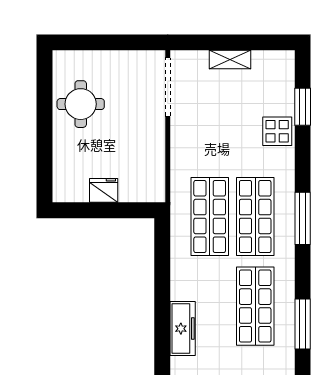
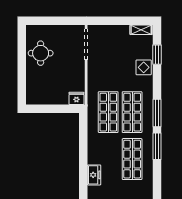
shelving: (230, 60) -> (141, 30), moved
fridge: (104, 190) -> (76, 98), moved
window: (303, 324) -> (157, 146), moved
freezer: (183, 329) -> (94, 175), width x0.71

